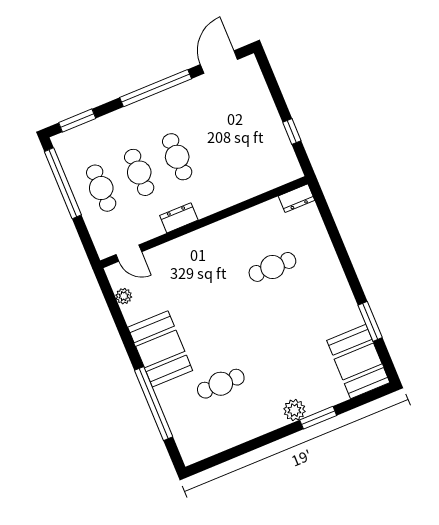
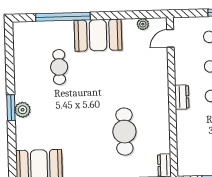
dresser: (179, 218) -> (182, 97), moved
cafe table: (272, 267) -> (124, 132), width x1.37, depth x1.35
window: (318, 418) -> (11, 108), moved

